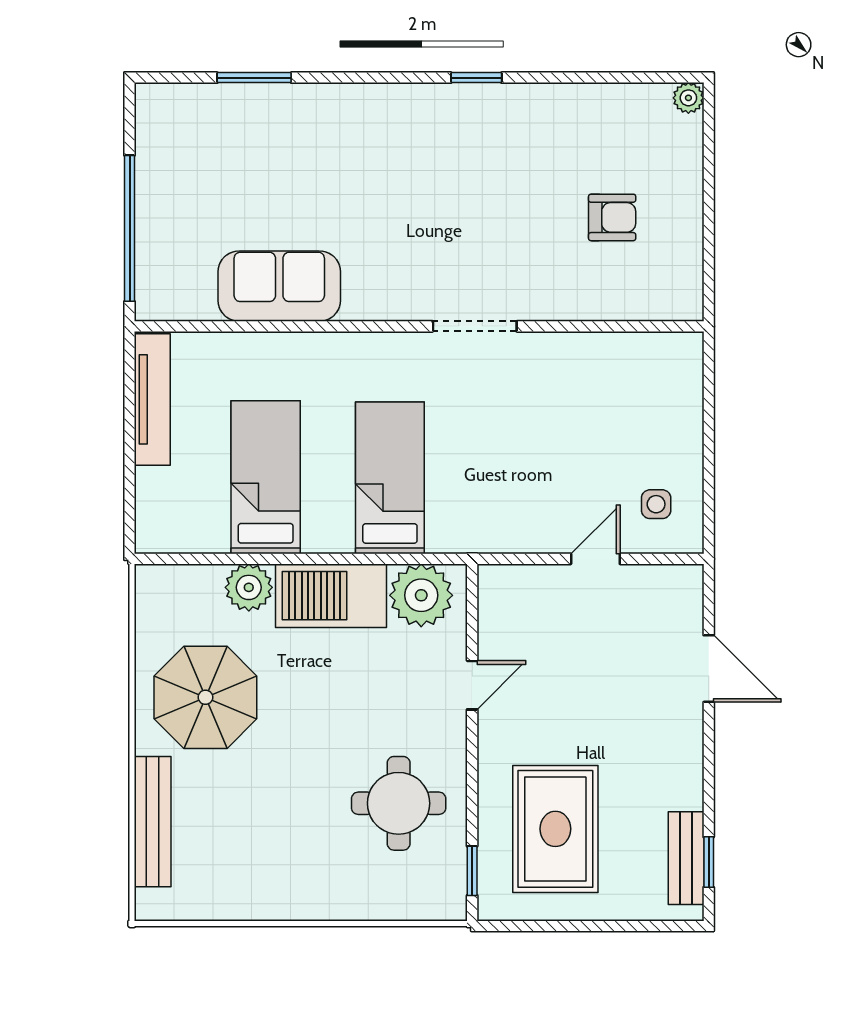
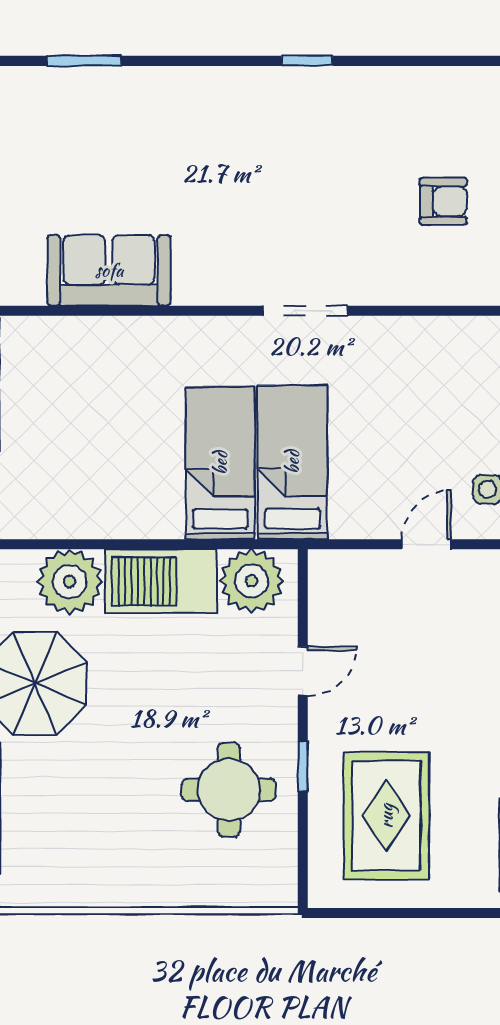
bed: (266, 477) -> (292, 462), moved
plant: (249, 587) -> (70, 582), width x1.36, depth x1.36
window: (472, 871) -> (303, 767), moved

